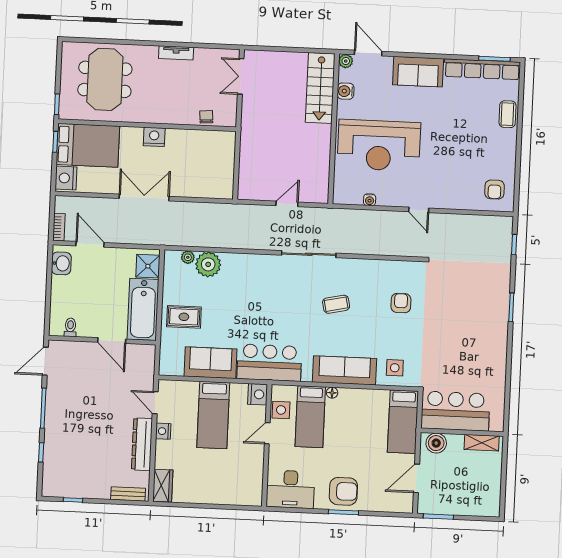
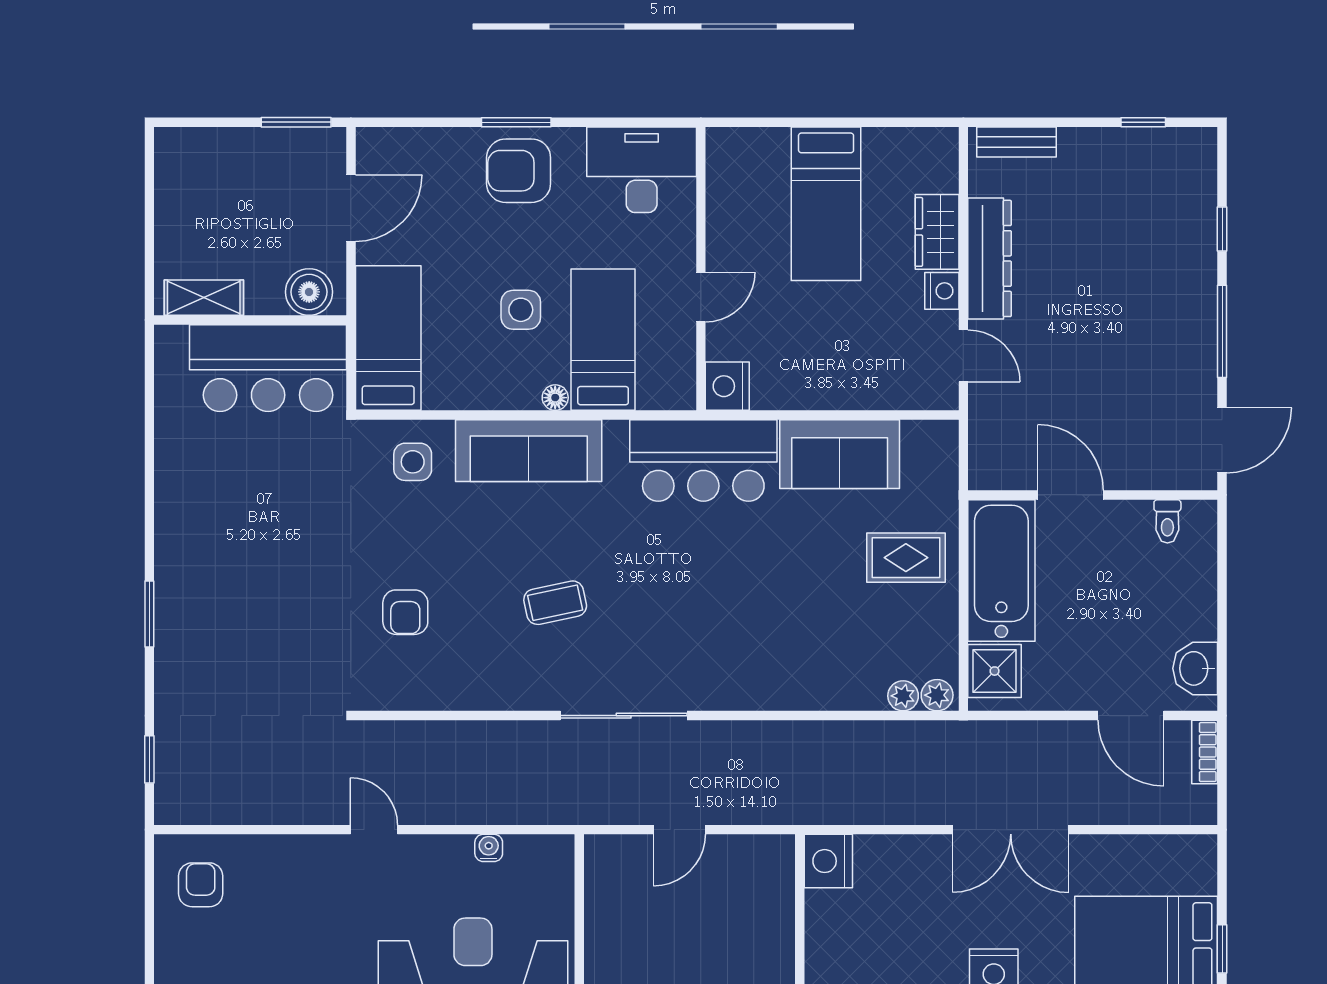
nightstand: (66, 178) -> (828, 861), moved, turned 180
plant: (208, 264) -> (937, 695), moved, width x0.53, depth x0.53
side table: (281, 410) -> (521, 310), moved
bed: (213, 415) -> (826, 204), moved, turned 180
wardrobe: (163, 486) -> (937, 232), moved

